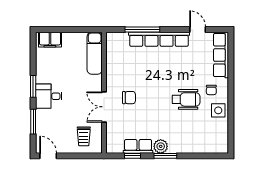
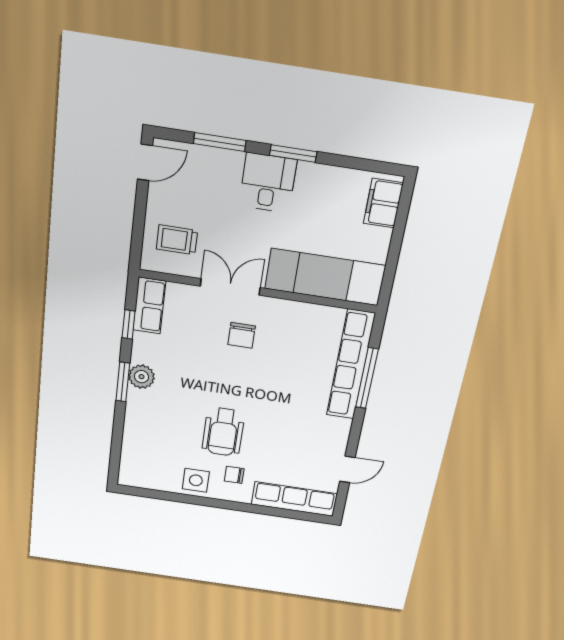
row of seats: (159, 39) -> (351, 365), moved
exam couch: (95, 53) -> (325, 277), width x1.36, depth x1.45
row of seats: (138, 146) -> (149, 306), moved

